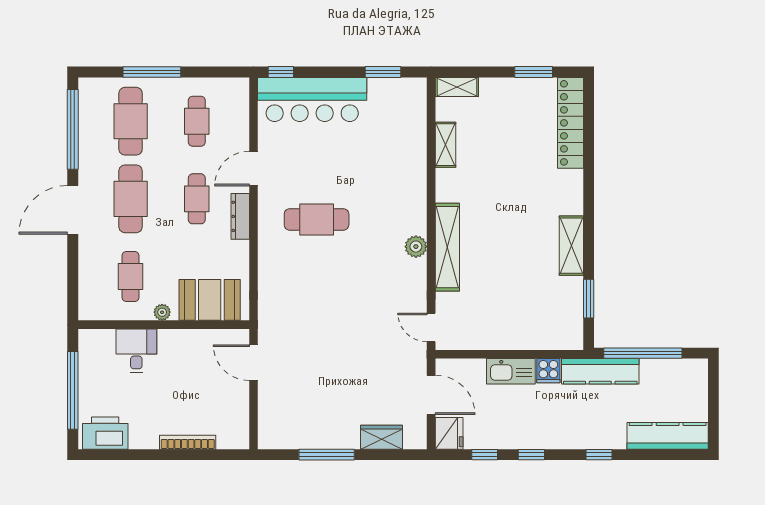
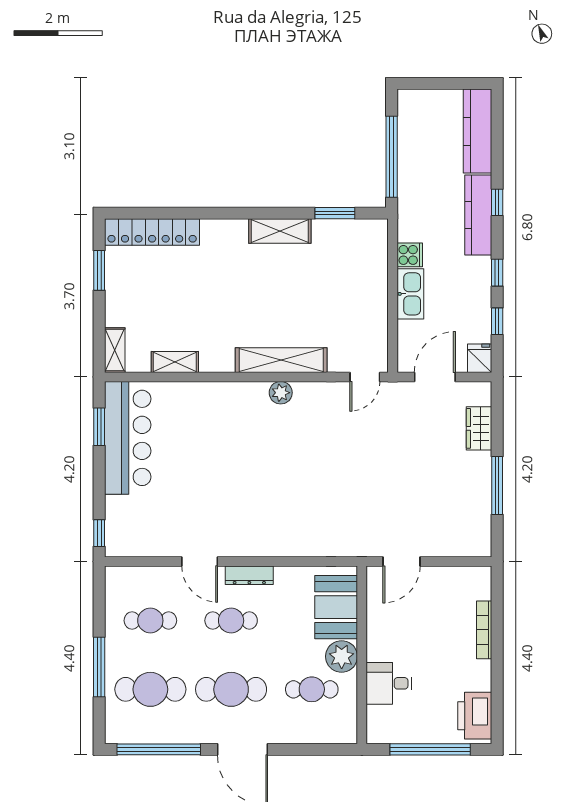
bar counter: (312, 99) -> (128, 438), moved
cafe table: (317, 219) -> (252, 496), removed
plant: (162, 312) -> (342, 656), width x1.88, depth x1.88
kitchen counter: (600, 371) -> (478, 215), moved, turned 180
fridge: (449, 433) -> (480, 358), width x0.72

